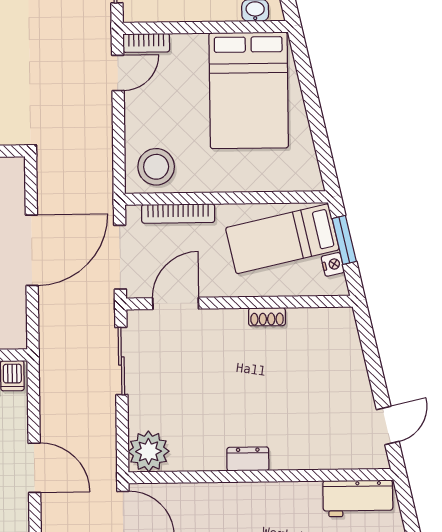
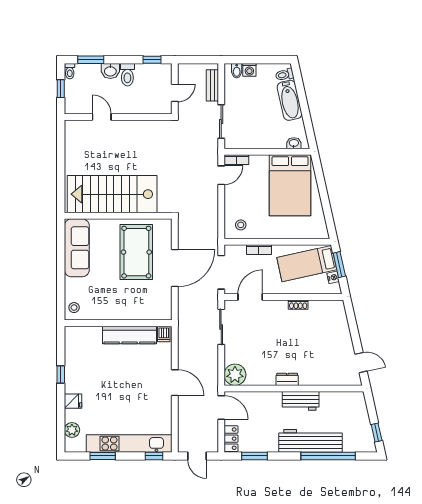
stool: (156, 167) -> (241, 225), width x0.53, depth x0.53
bookcase: (178, 214) -> (259, 250), width x0.64
door: (388, 425) -> (361, 363), hinge flipped
workbench: (358, 498) -> (301, 401), moved

